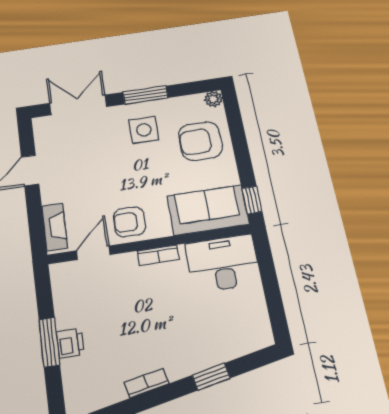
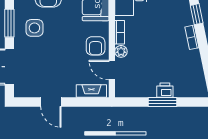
plant: (126, 262) -> (121, 51), added
bookcase: (147, 383) -> (192, 37), moved

